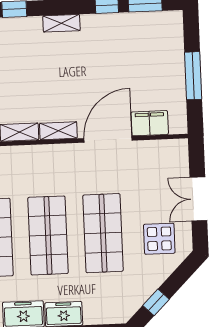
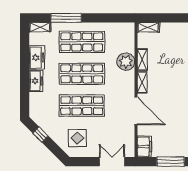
filing cabinet: (150, 123) -> (144, 147), moved
plant: (24, 160) -> (126, 62), added
double door: (198, 199) -> (112, 162), moved

